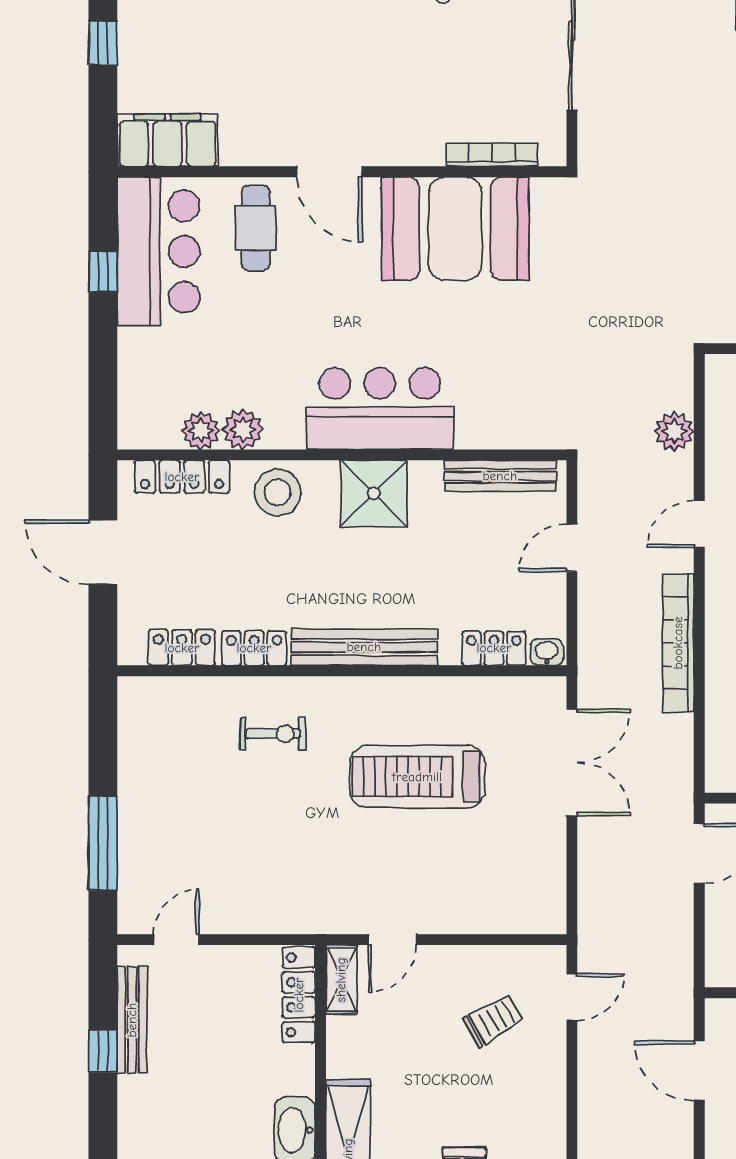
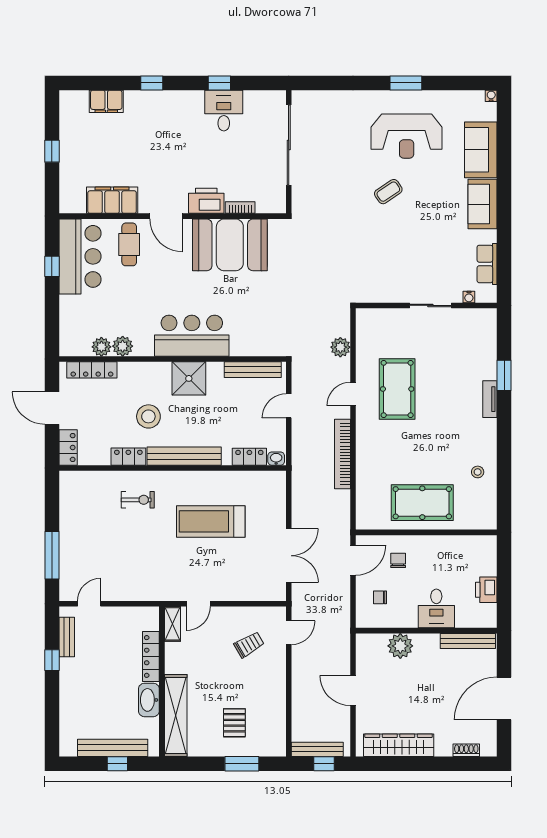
filing cabinet: (168, 140) -> (112, 200), moved
printer: (409, 141) -> (206, 201), added
bookcase: (492, 155) -> (240, 208), width x0.64
stool: (278, 492) -> (148, 416), moved
locker: (182, 648) -> (68, 448), moved, turned 90
double door: (572, 762) -> (289, 556), moved
locker: (299, 995) -> (151, 656), moved
bench: (132, 1020) -> (67, 637), width x0.73
door: (699, 1071) -> (353, 691), moved

